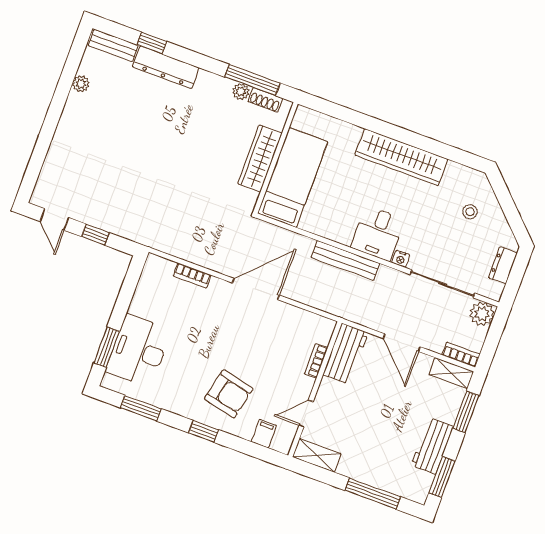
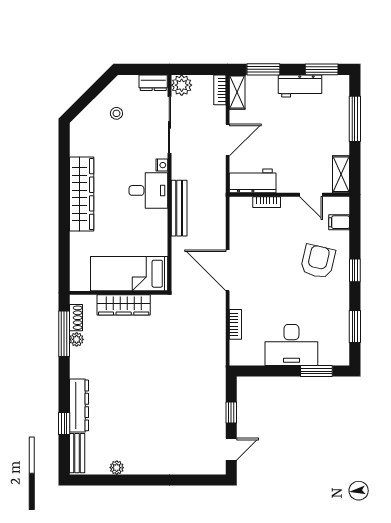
stool: (470, 212) -> (116, 113), moved
dresser: (503, 265) -> (153, 83), moved
desk: (138, 351) -> (291, 345), moved

